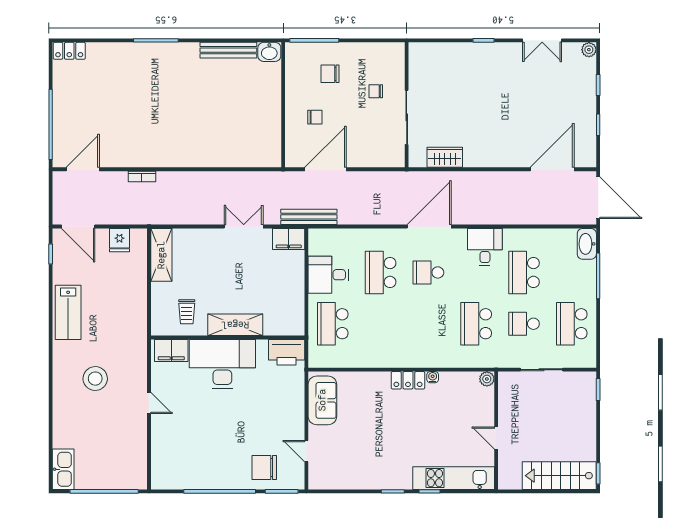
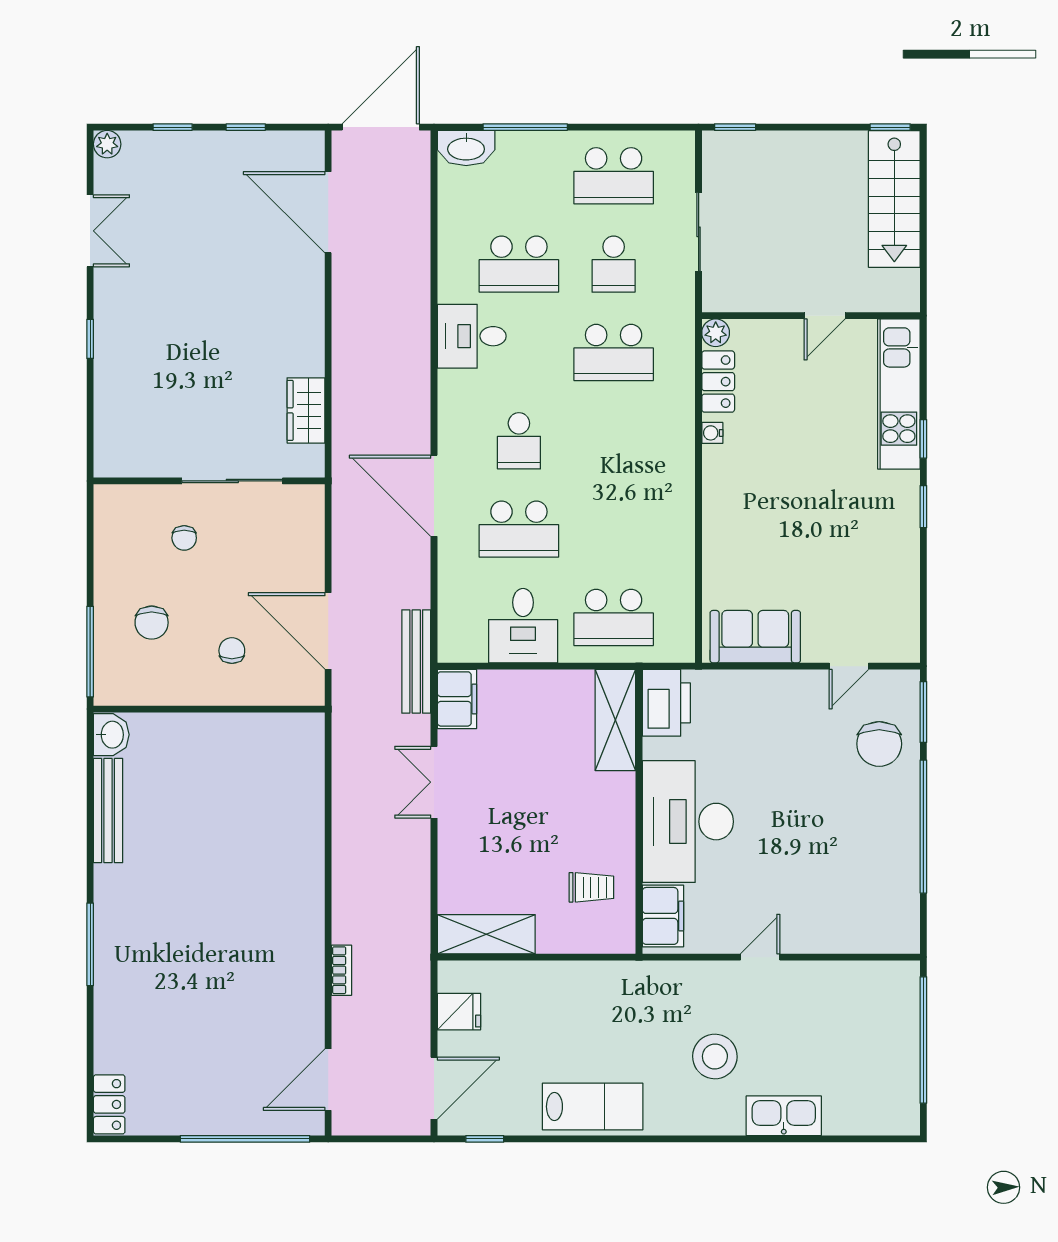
door: (83, 169) -> (328, 1080), hinge flipped
door: (429, 227) -> (434, 496), moved
shelving: (235, 325) -> (615, 720), moved
locker: (408, 380) -> (718, 382), moved
kitchen sink: (63, 469) -> (784, 1116), moved

